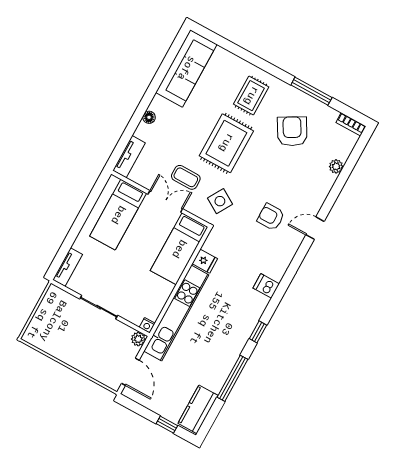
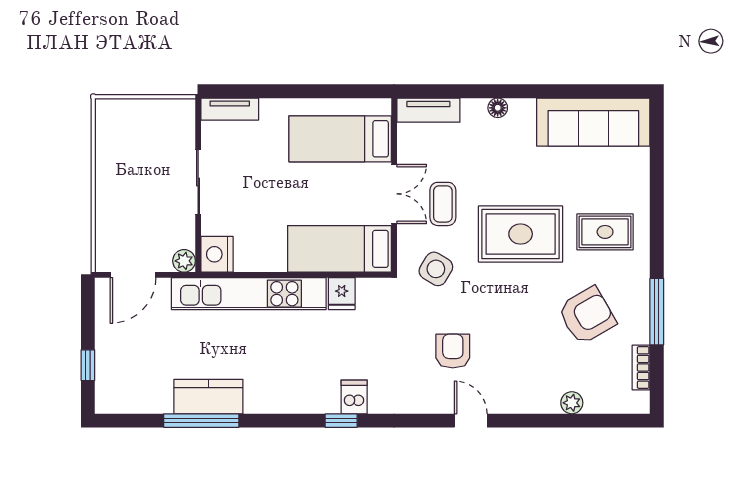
bookcase: (351, 124) -> (641, 367), moved
nightstand: (147, 325) -> (217, 254), width x1.89, depth x1.79
window: (258, 332) -> (341, 421), moved
kitchen counter: (198, 409) -> (208, 397), moved

